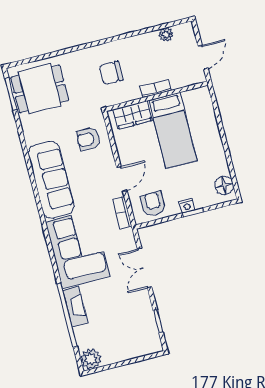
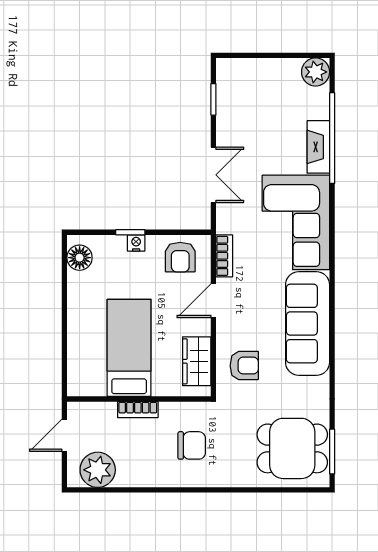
plant: (166, 34) -> (98, 470), width x1.88, depth x1.88
wardrobe: (133, 115) -> (197, 361), moved, turned -90

